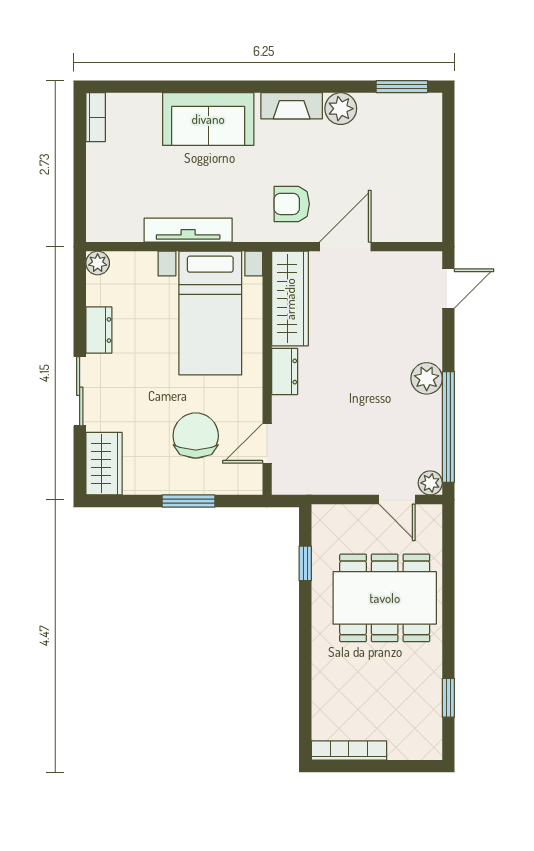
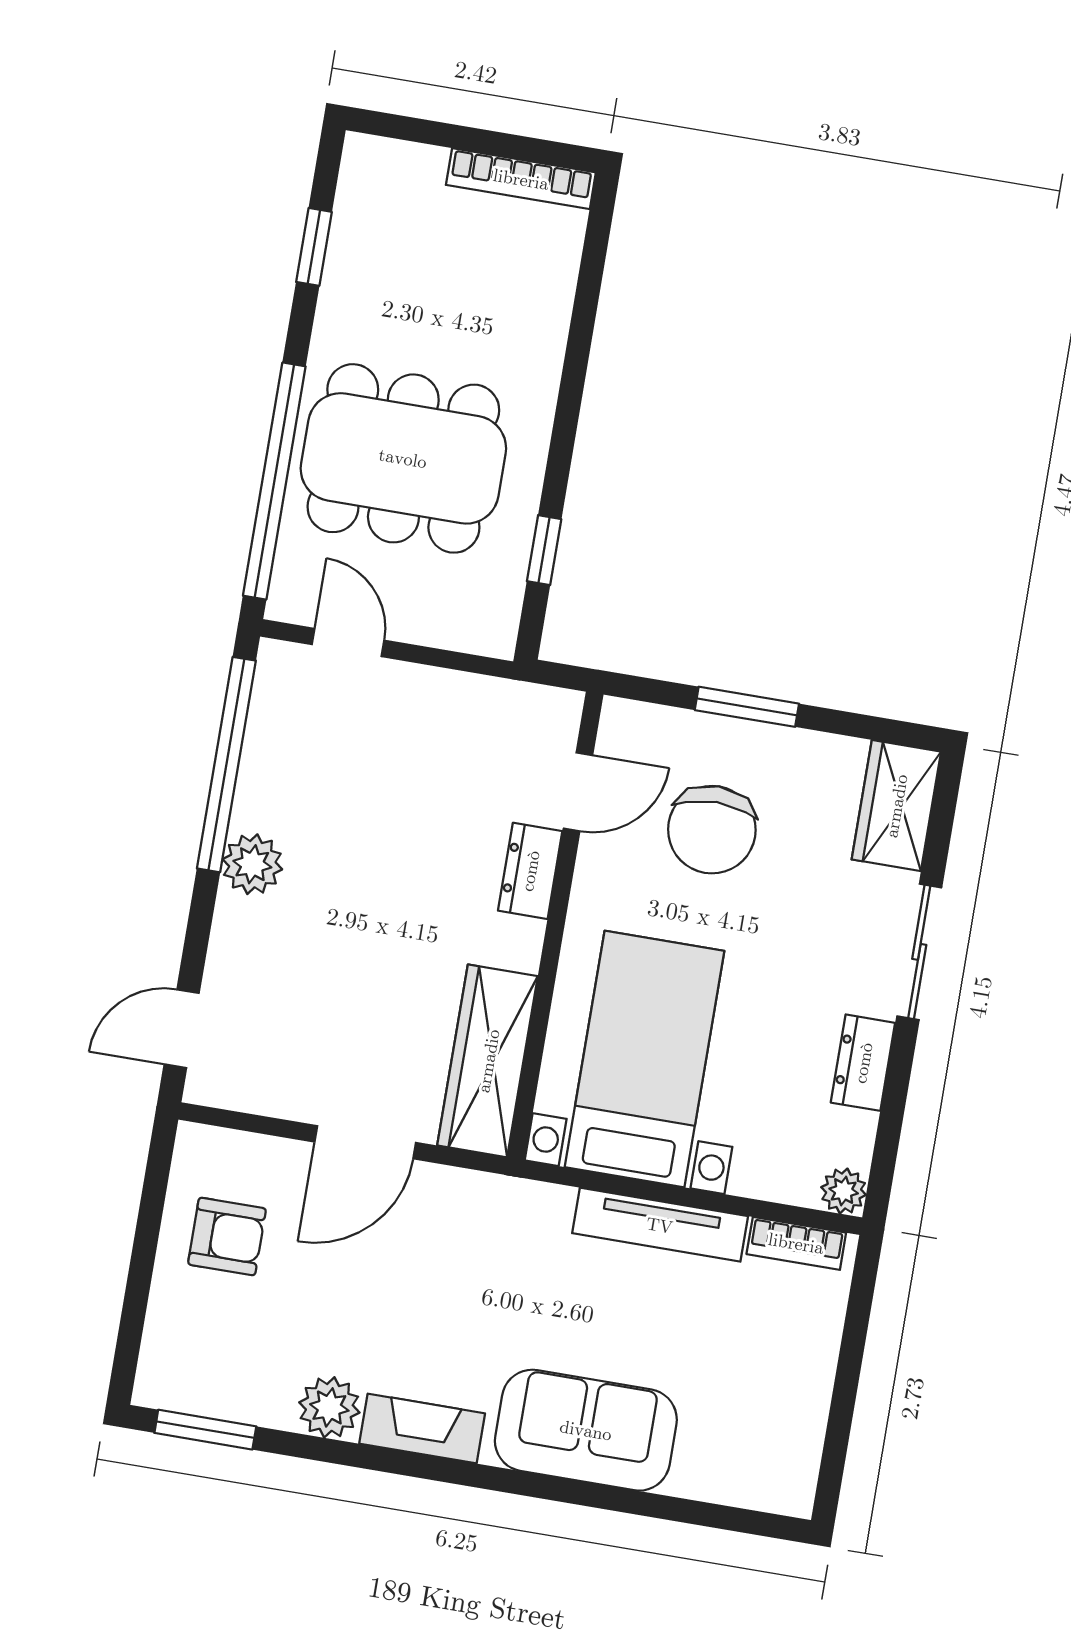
bookcase: (96, 117) -> (796, 1243), moved, turned -90
armchair: (292, 204) -> (227, 1236), moved
dresser: (285, 371) -> (530, 871), moved
plant: (430, 483) -> (279, 663), removed
window: (448, 575) -> (274, 481), added

